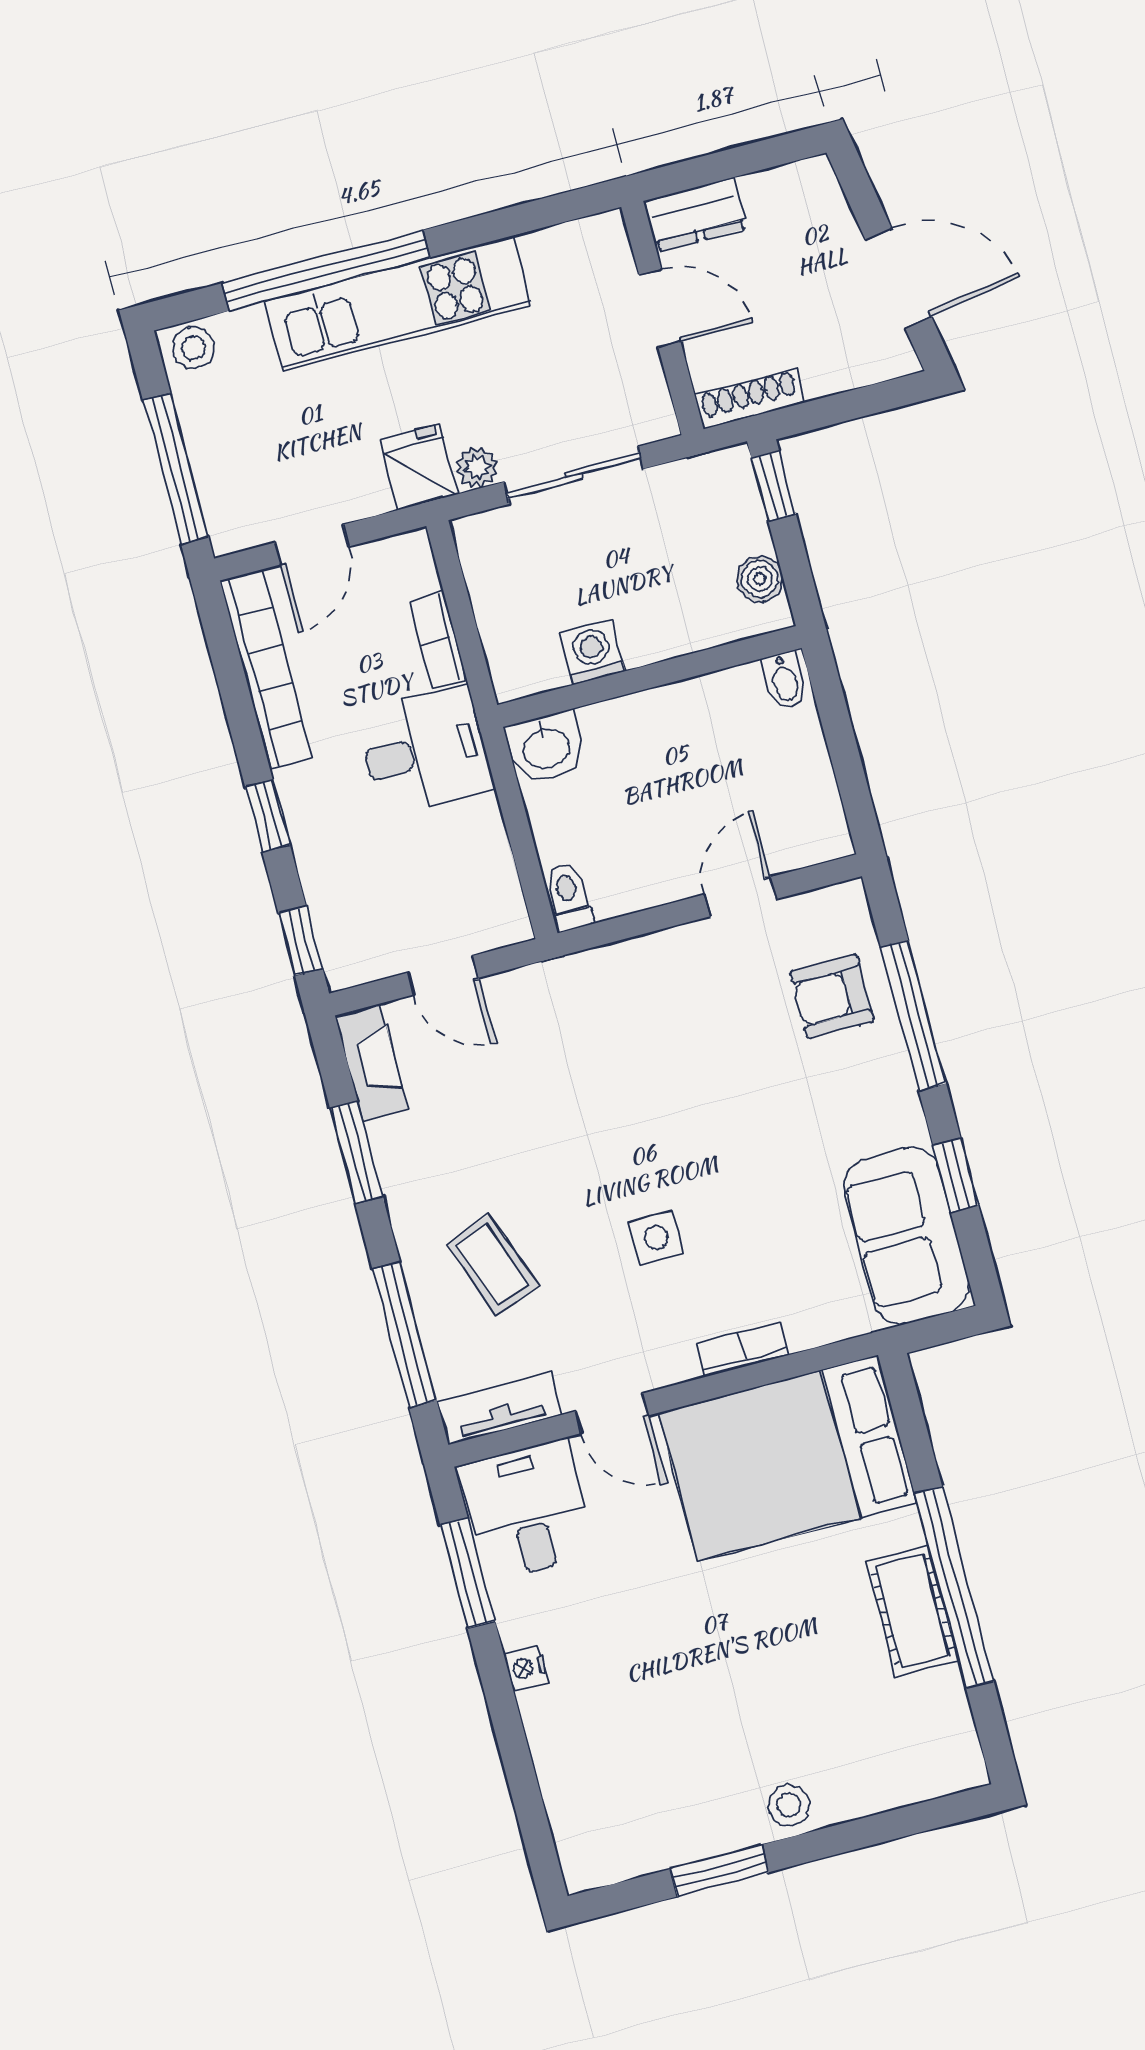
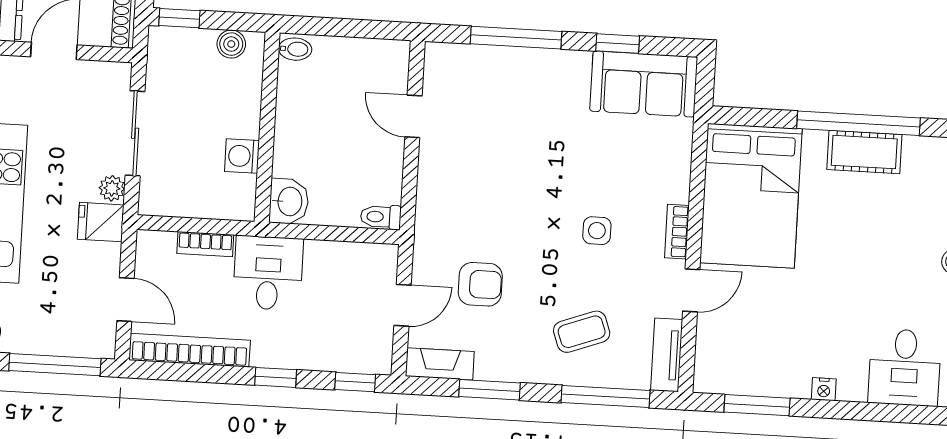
armchair: (832, 996) -> (480, 284), moved, turned -90
bookcase: (743, 1349) -> (677, 232), moved
desk: (527, 1511) -> (905, 367), moved, turned -90

